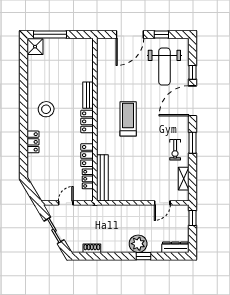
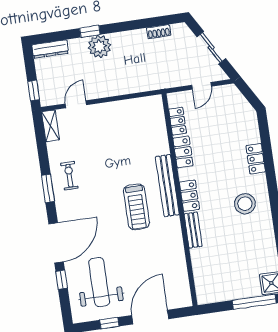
bench: (102, 178) -> (167, 186), moved
shelving: (184, 179) -> (51, 126), moved

